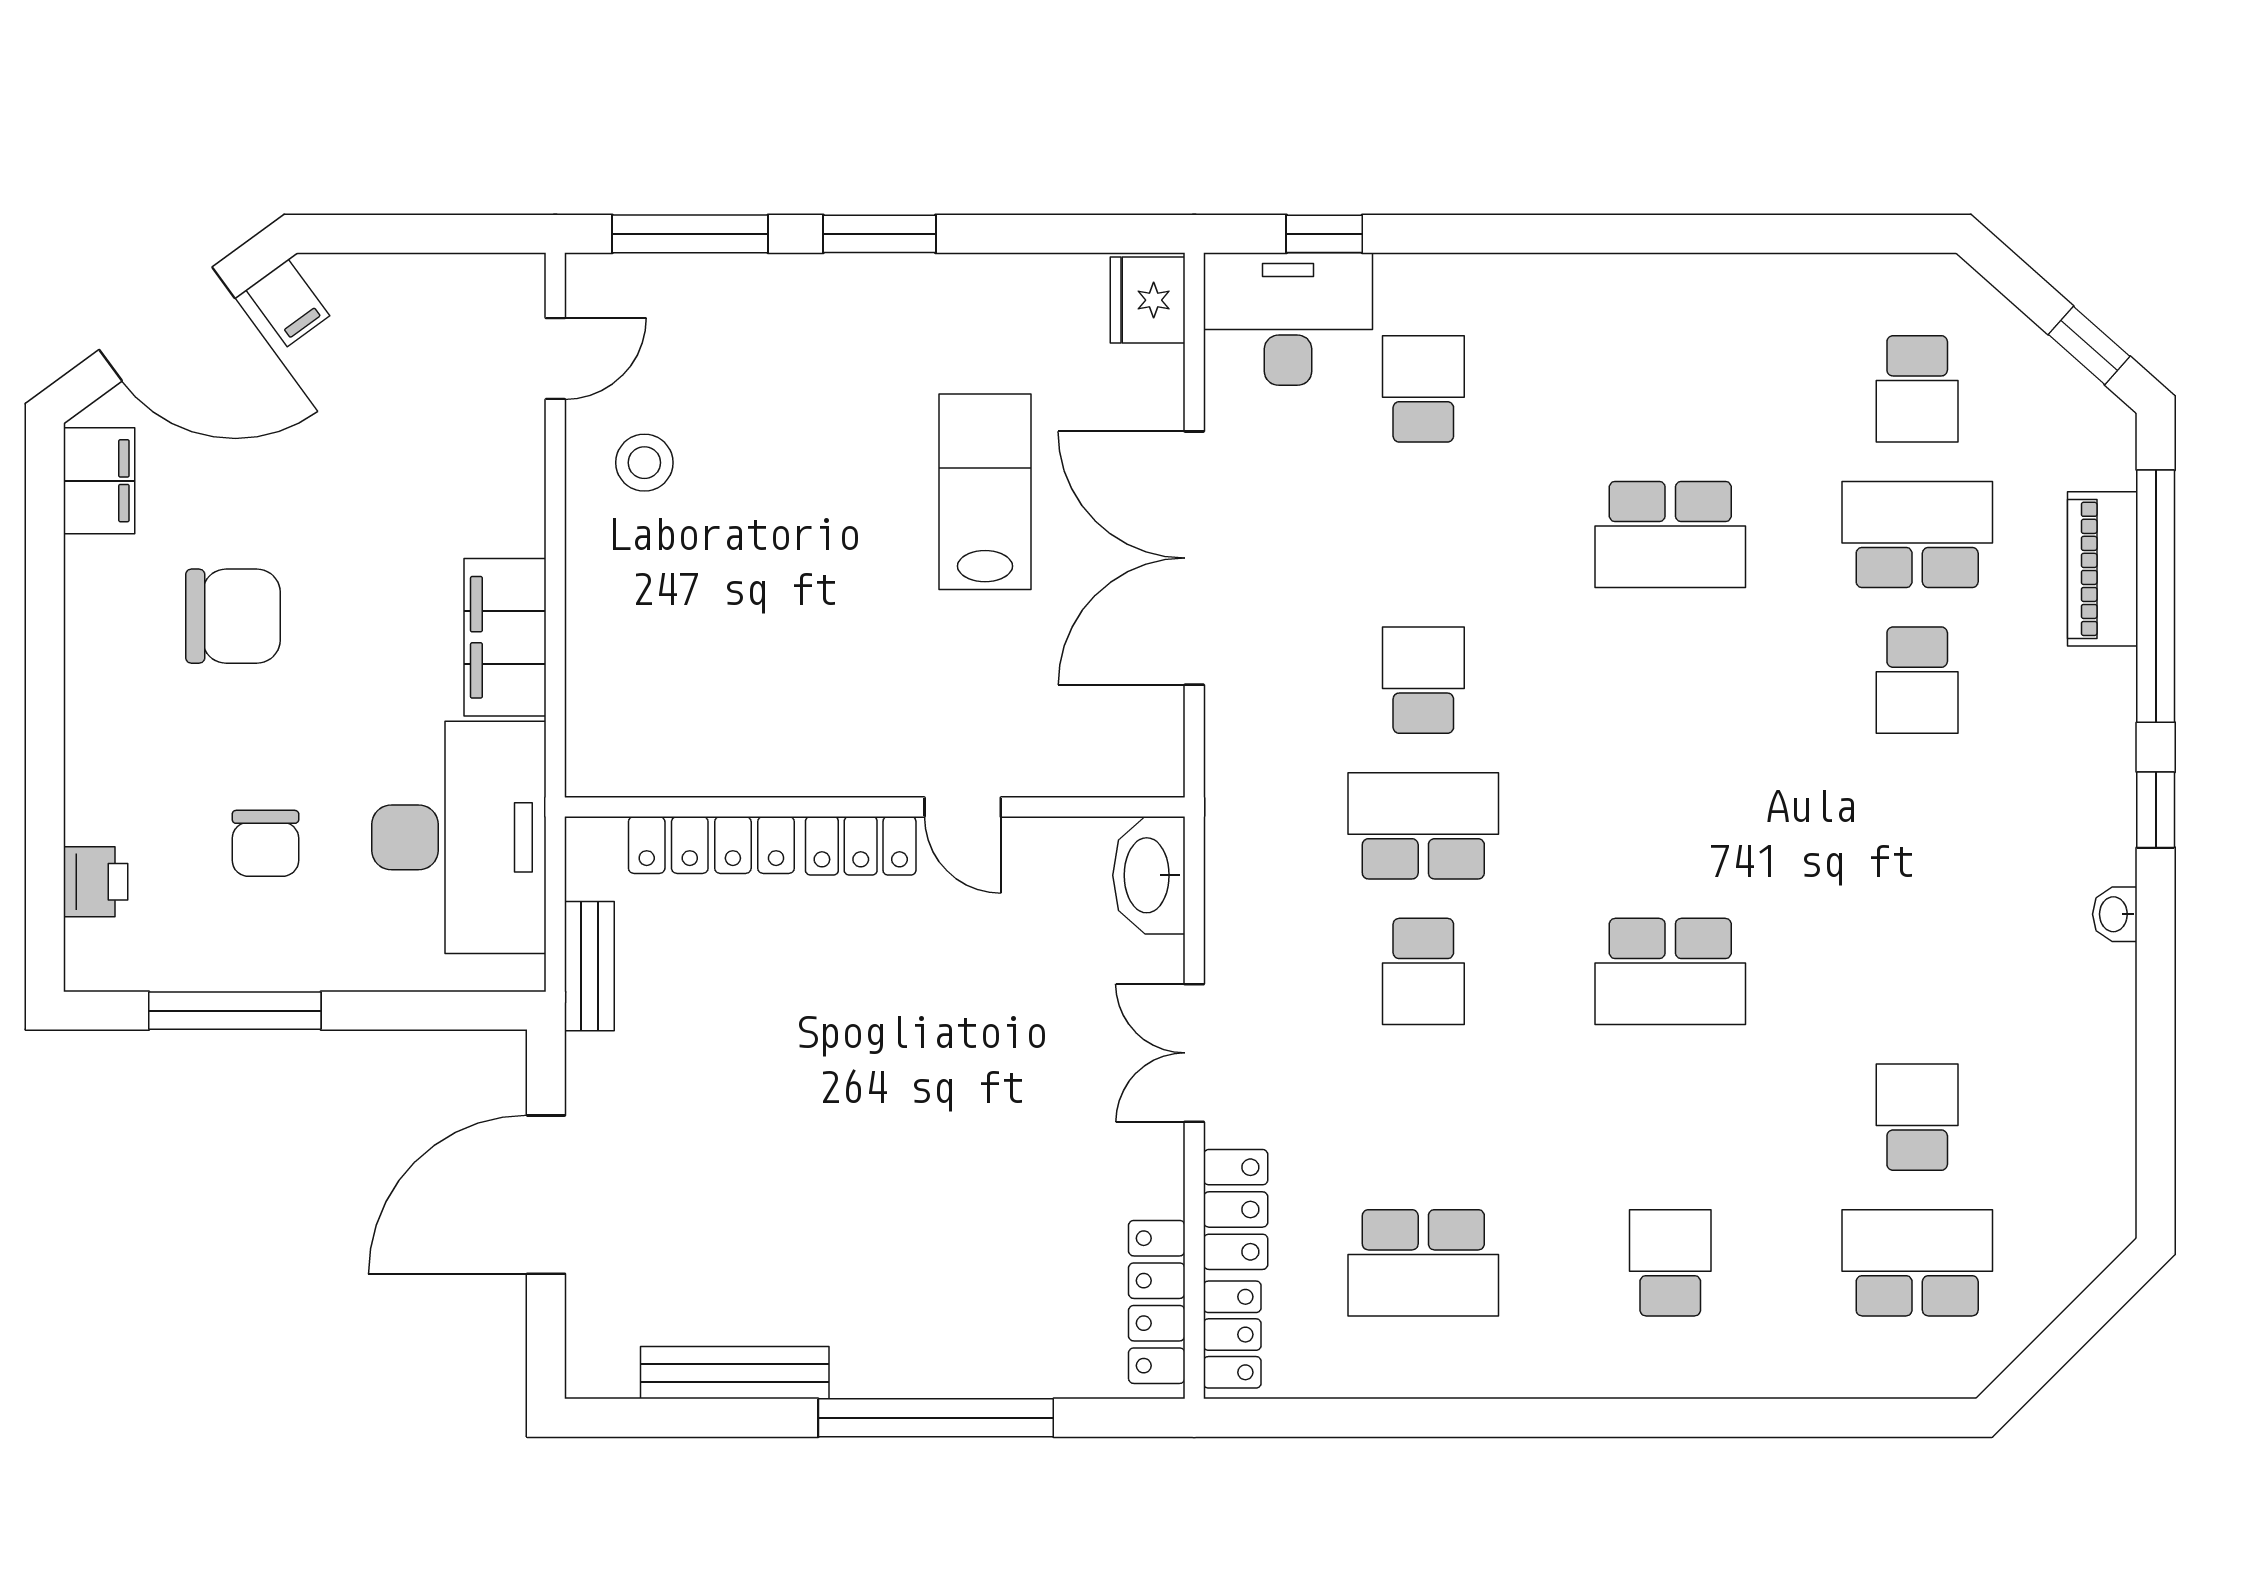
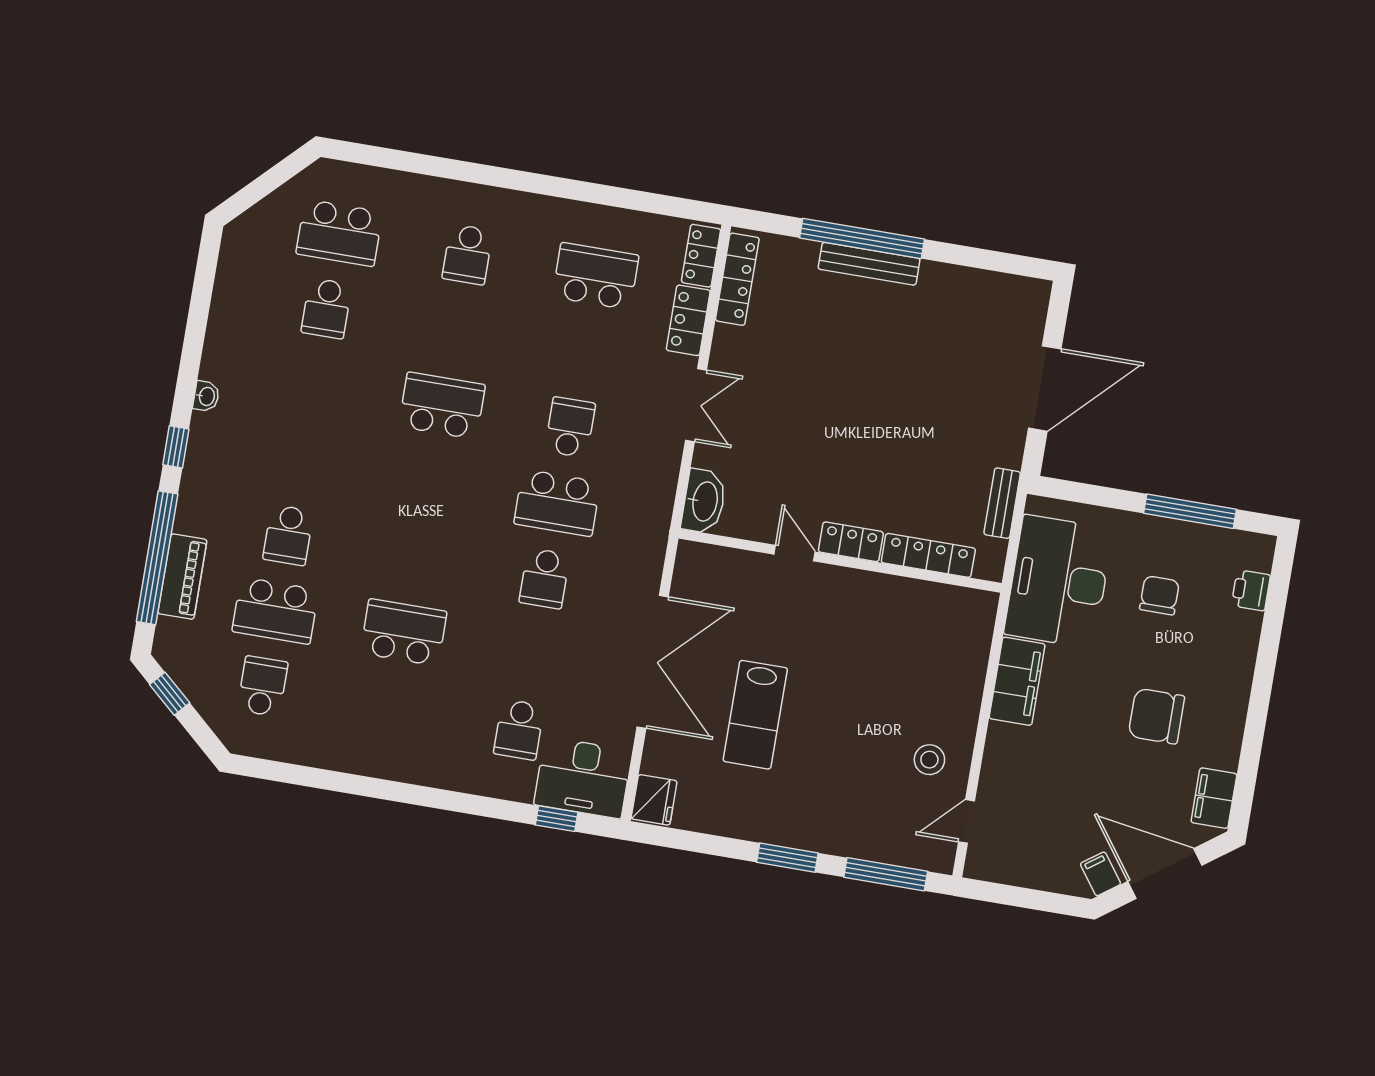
school desk: (1917, 680) -> (288, 535), turned 180
bench: (735, 1373) -> (869, 264), moved

